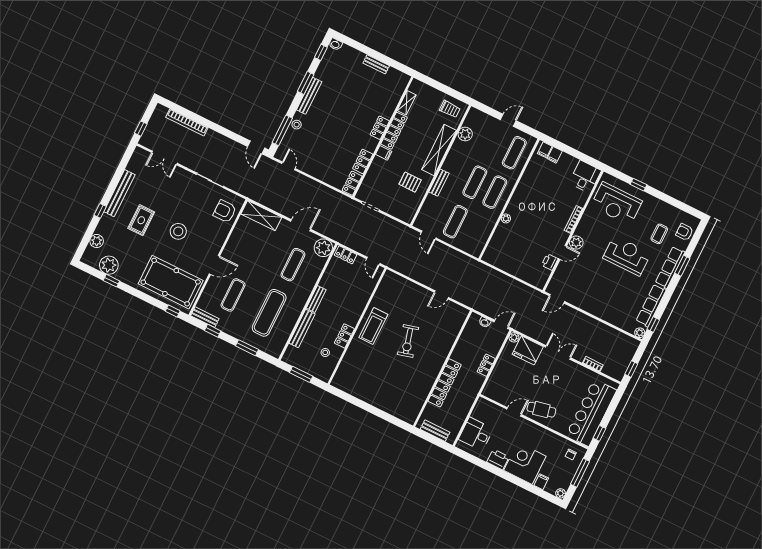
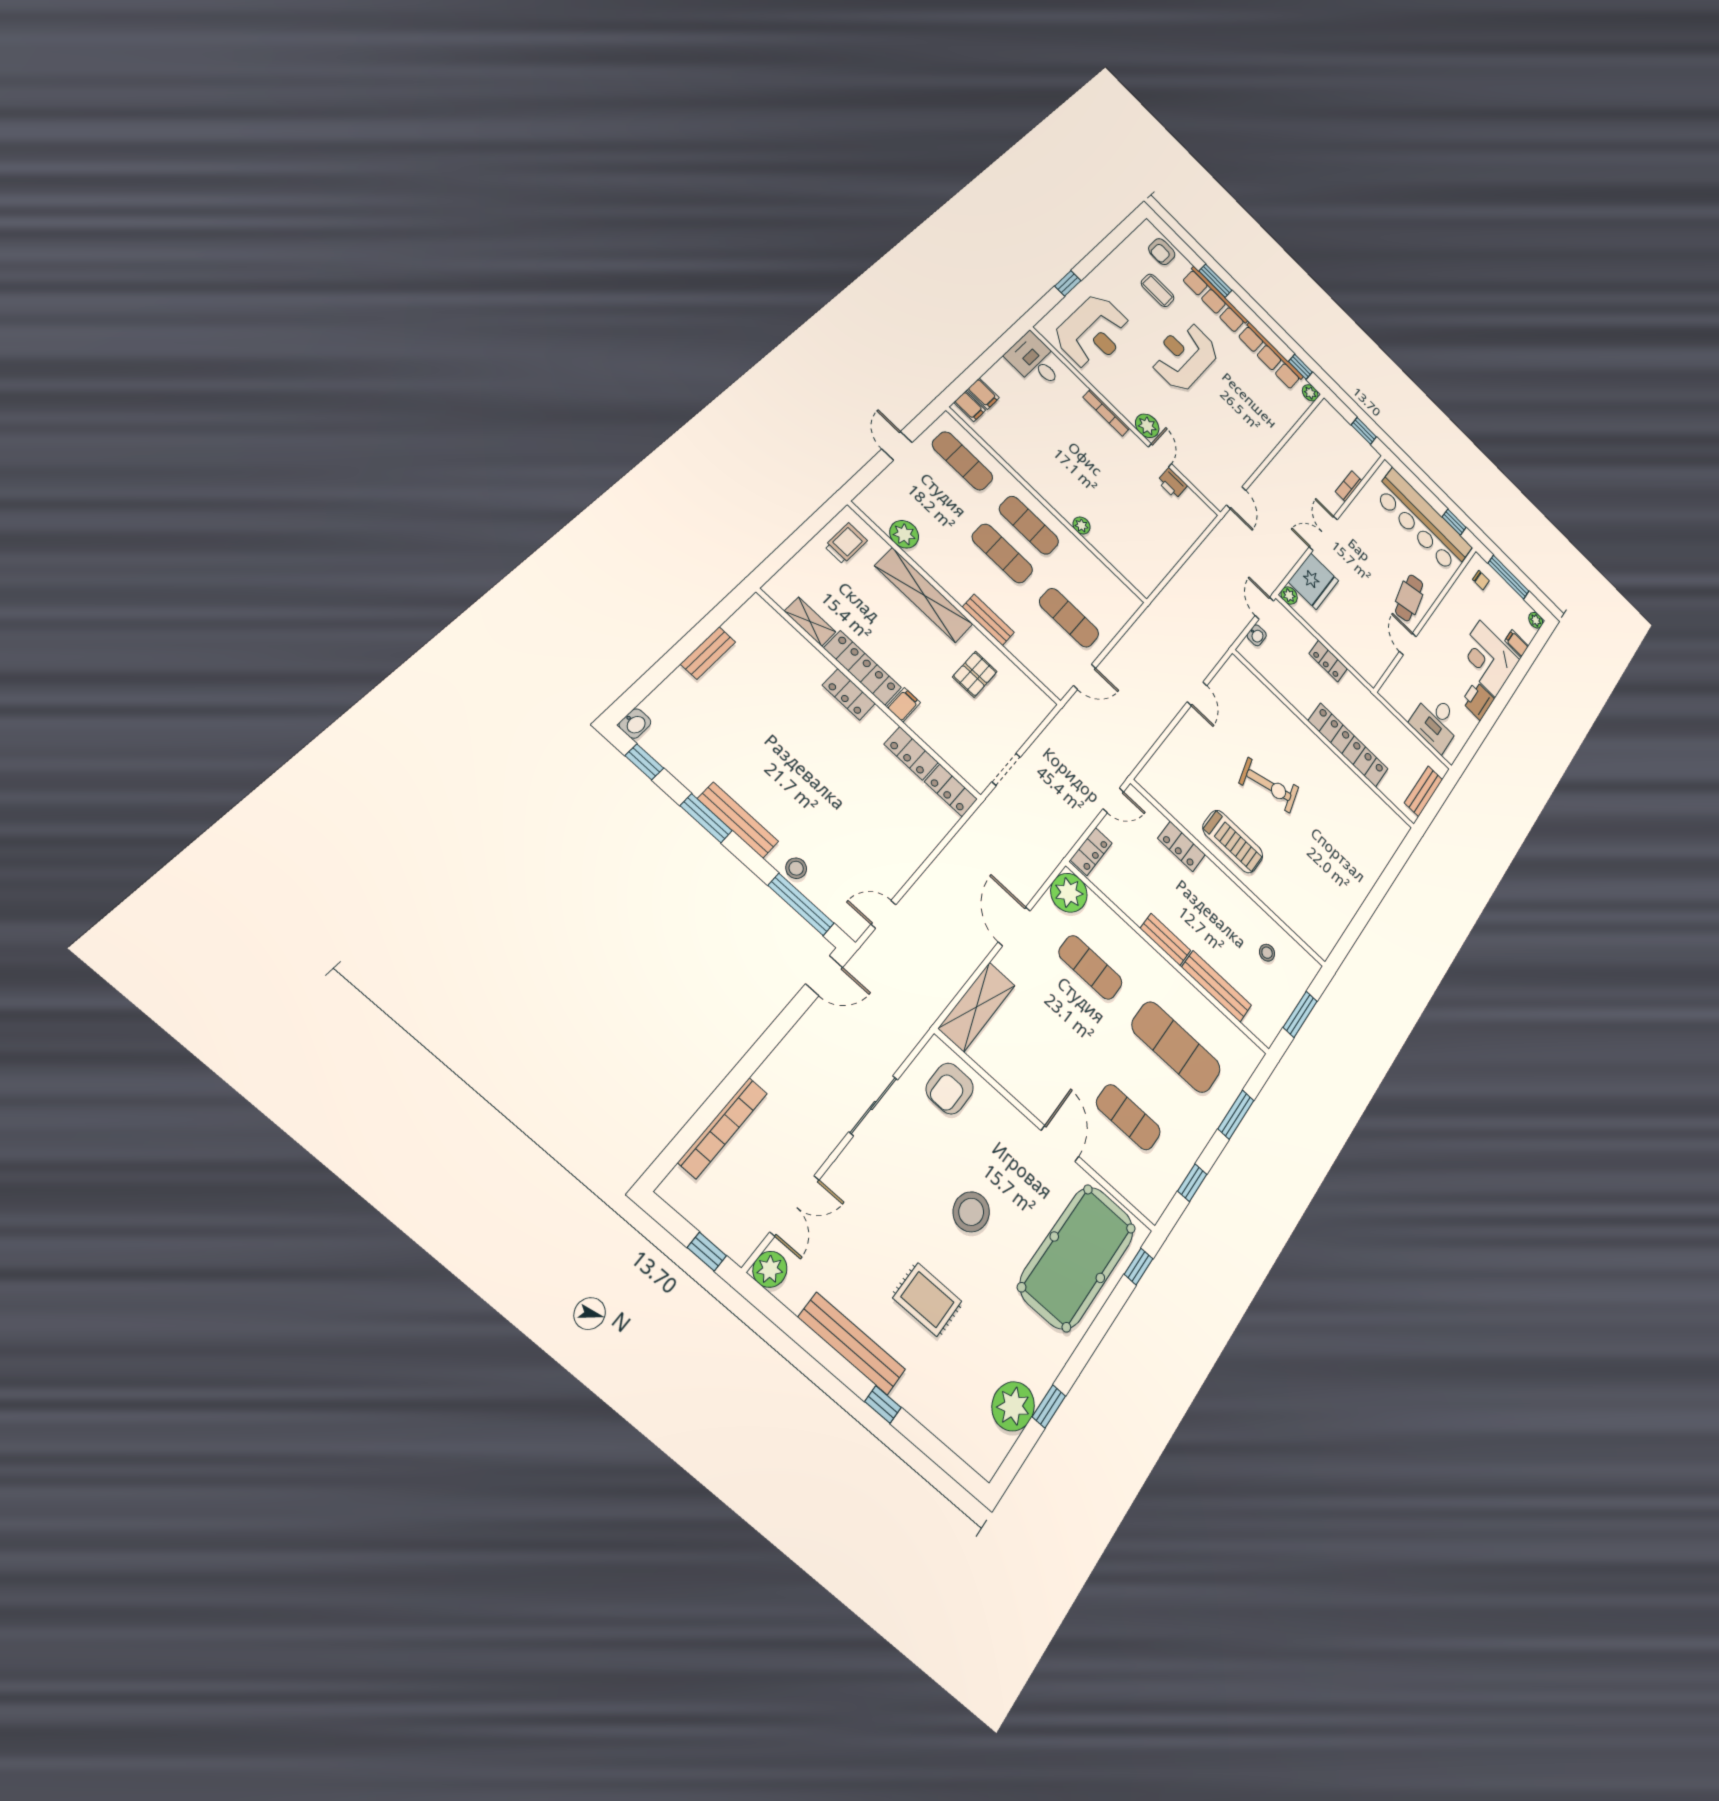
plant: (97, 241) -> (770, 1269), moved
bench: (205, 317) -> (1163, 1194), removed
locker: (344, 336) -> (1181, 846), moved

